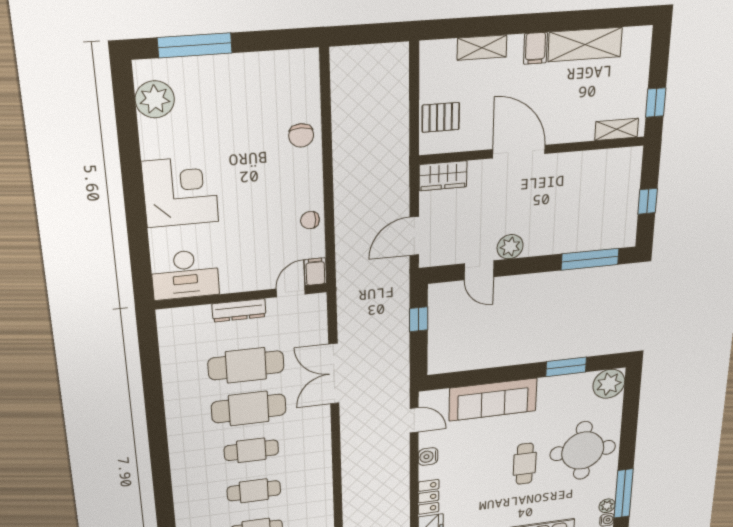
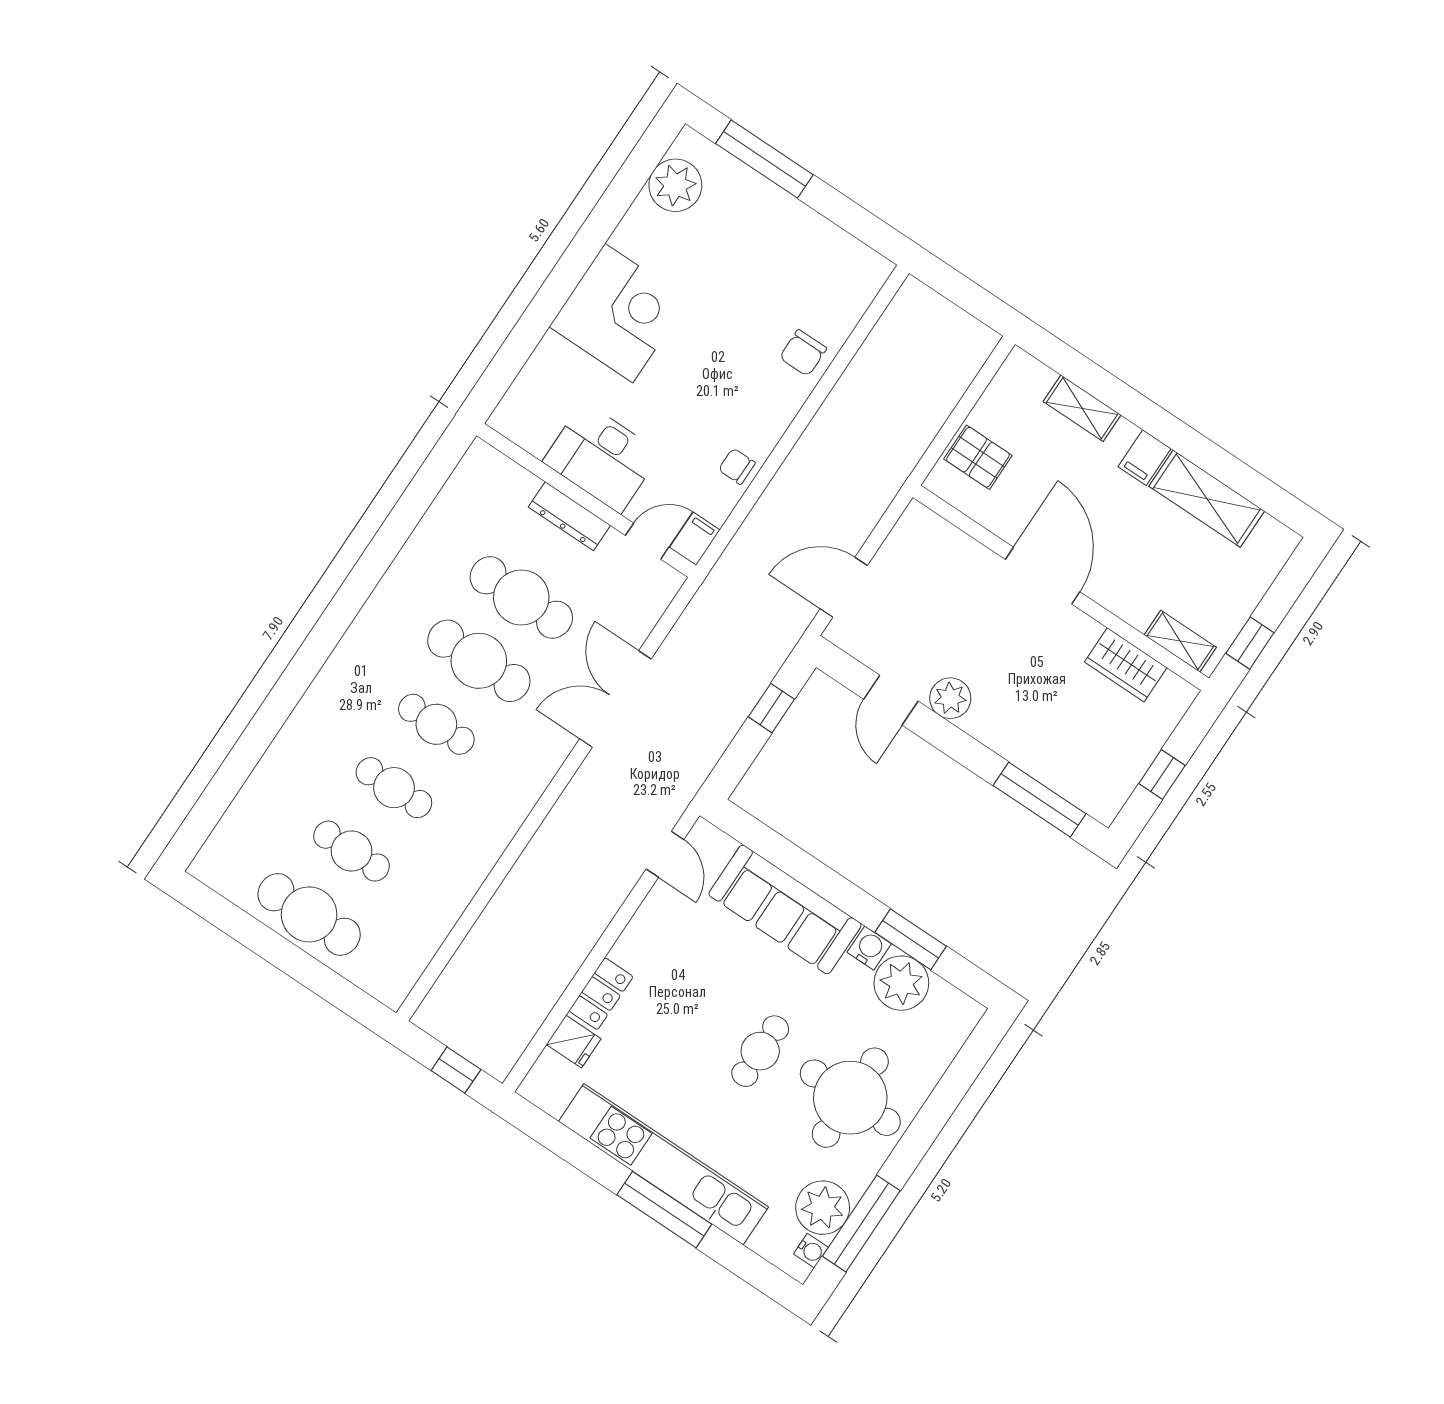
wardrobe: (443, 176) -> (1126, 665), moved
desk: (185, 275) -> (602, 457), moved
plant: (609, 384) -> (901, 983), moved
water cooler: (428, 457) -> (869, 948), moved, turned 90
plant: (607, 506) -> (823, 1208), width x1.88, depth x1.88

